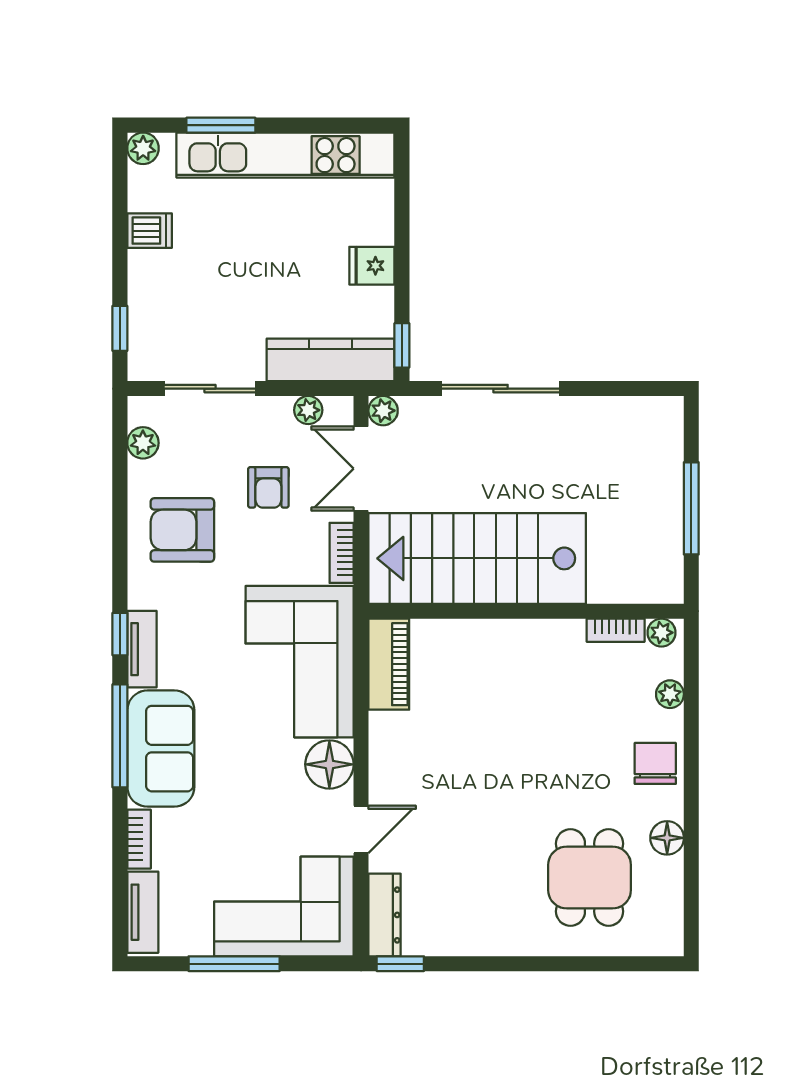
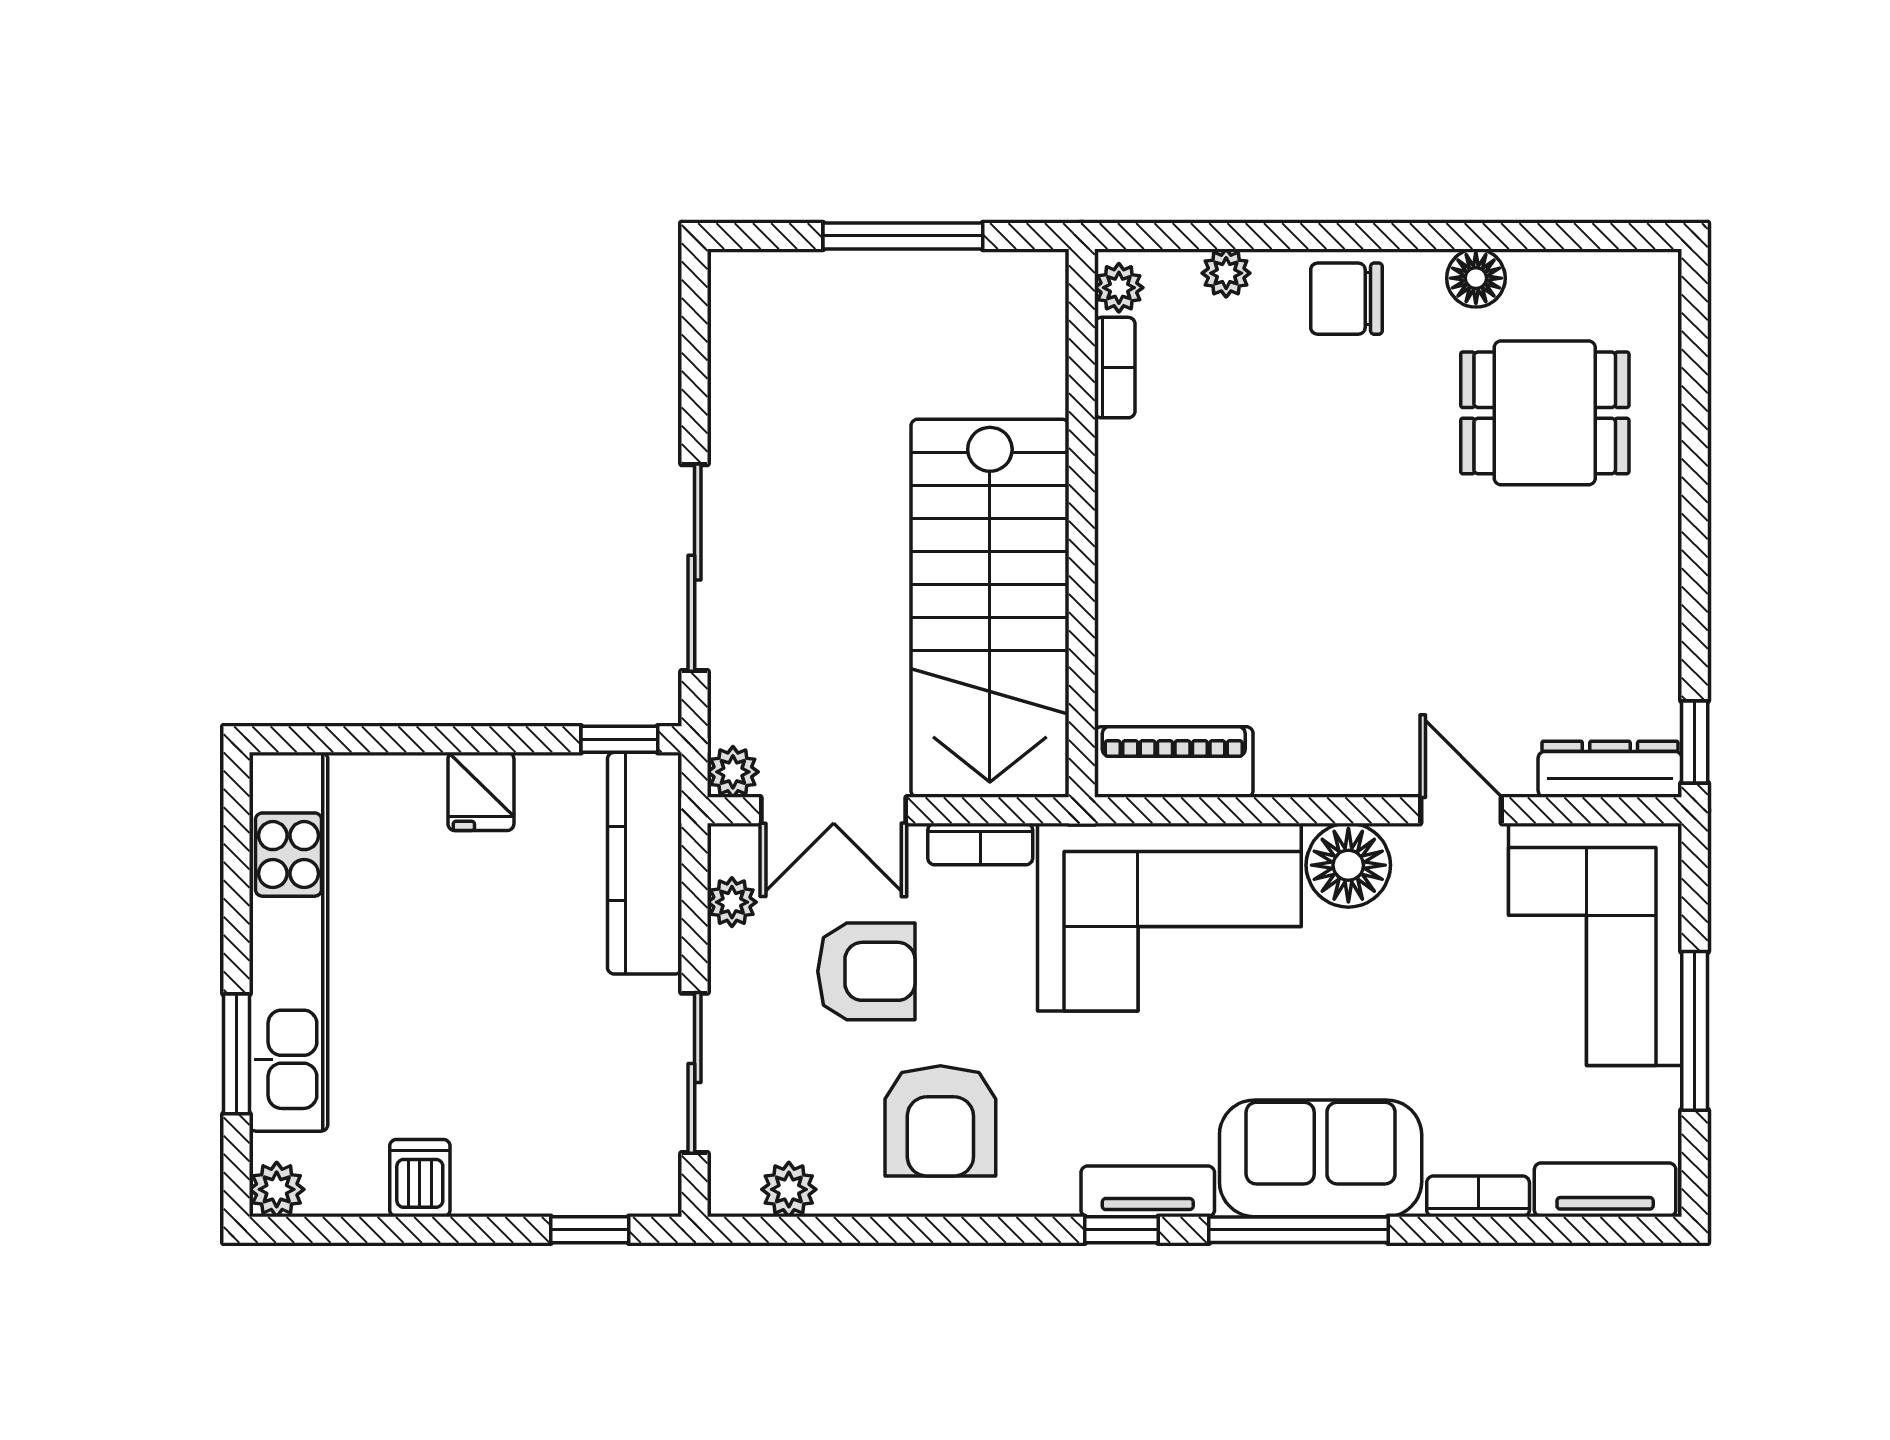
armchair: (268, 487) -> (866, 971), width x1.38, depth x1.38

